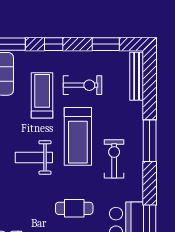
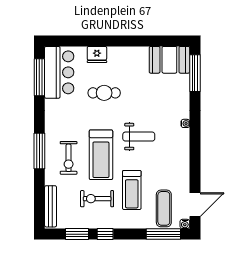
window: (54, 44) -> (105, 234), moved
treadmill: (78, 136) -> (101, 155), turned 180
exercise bike: (114, 159) -> (69, 158), moved

